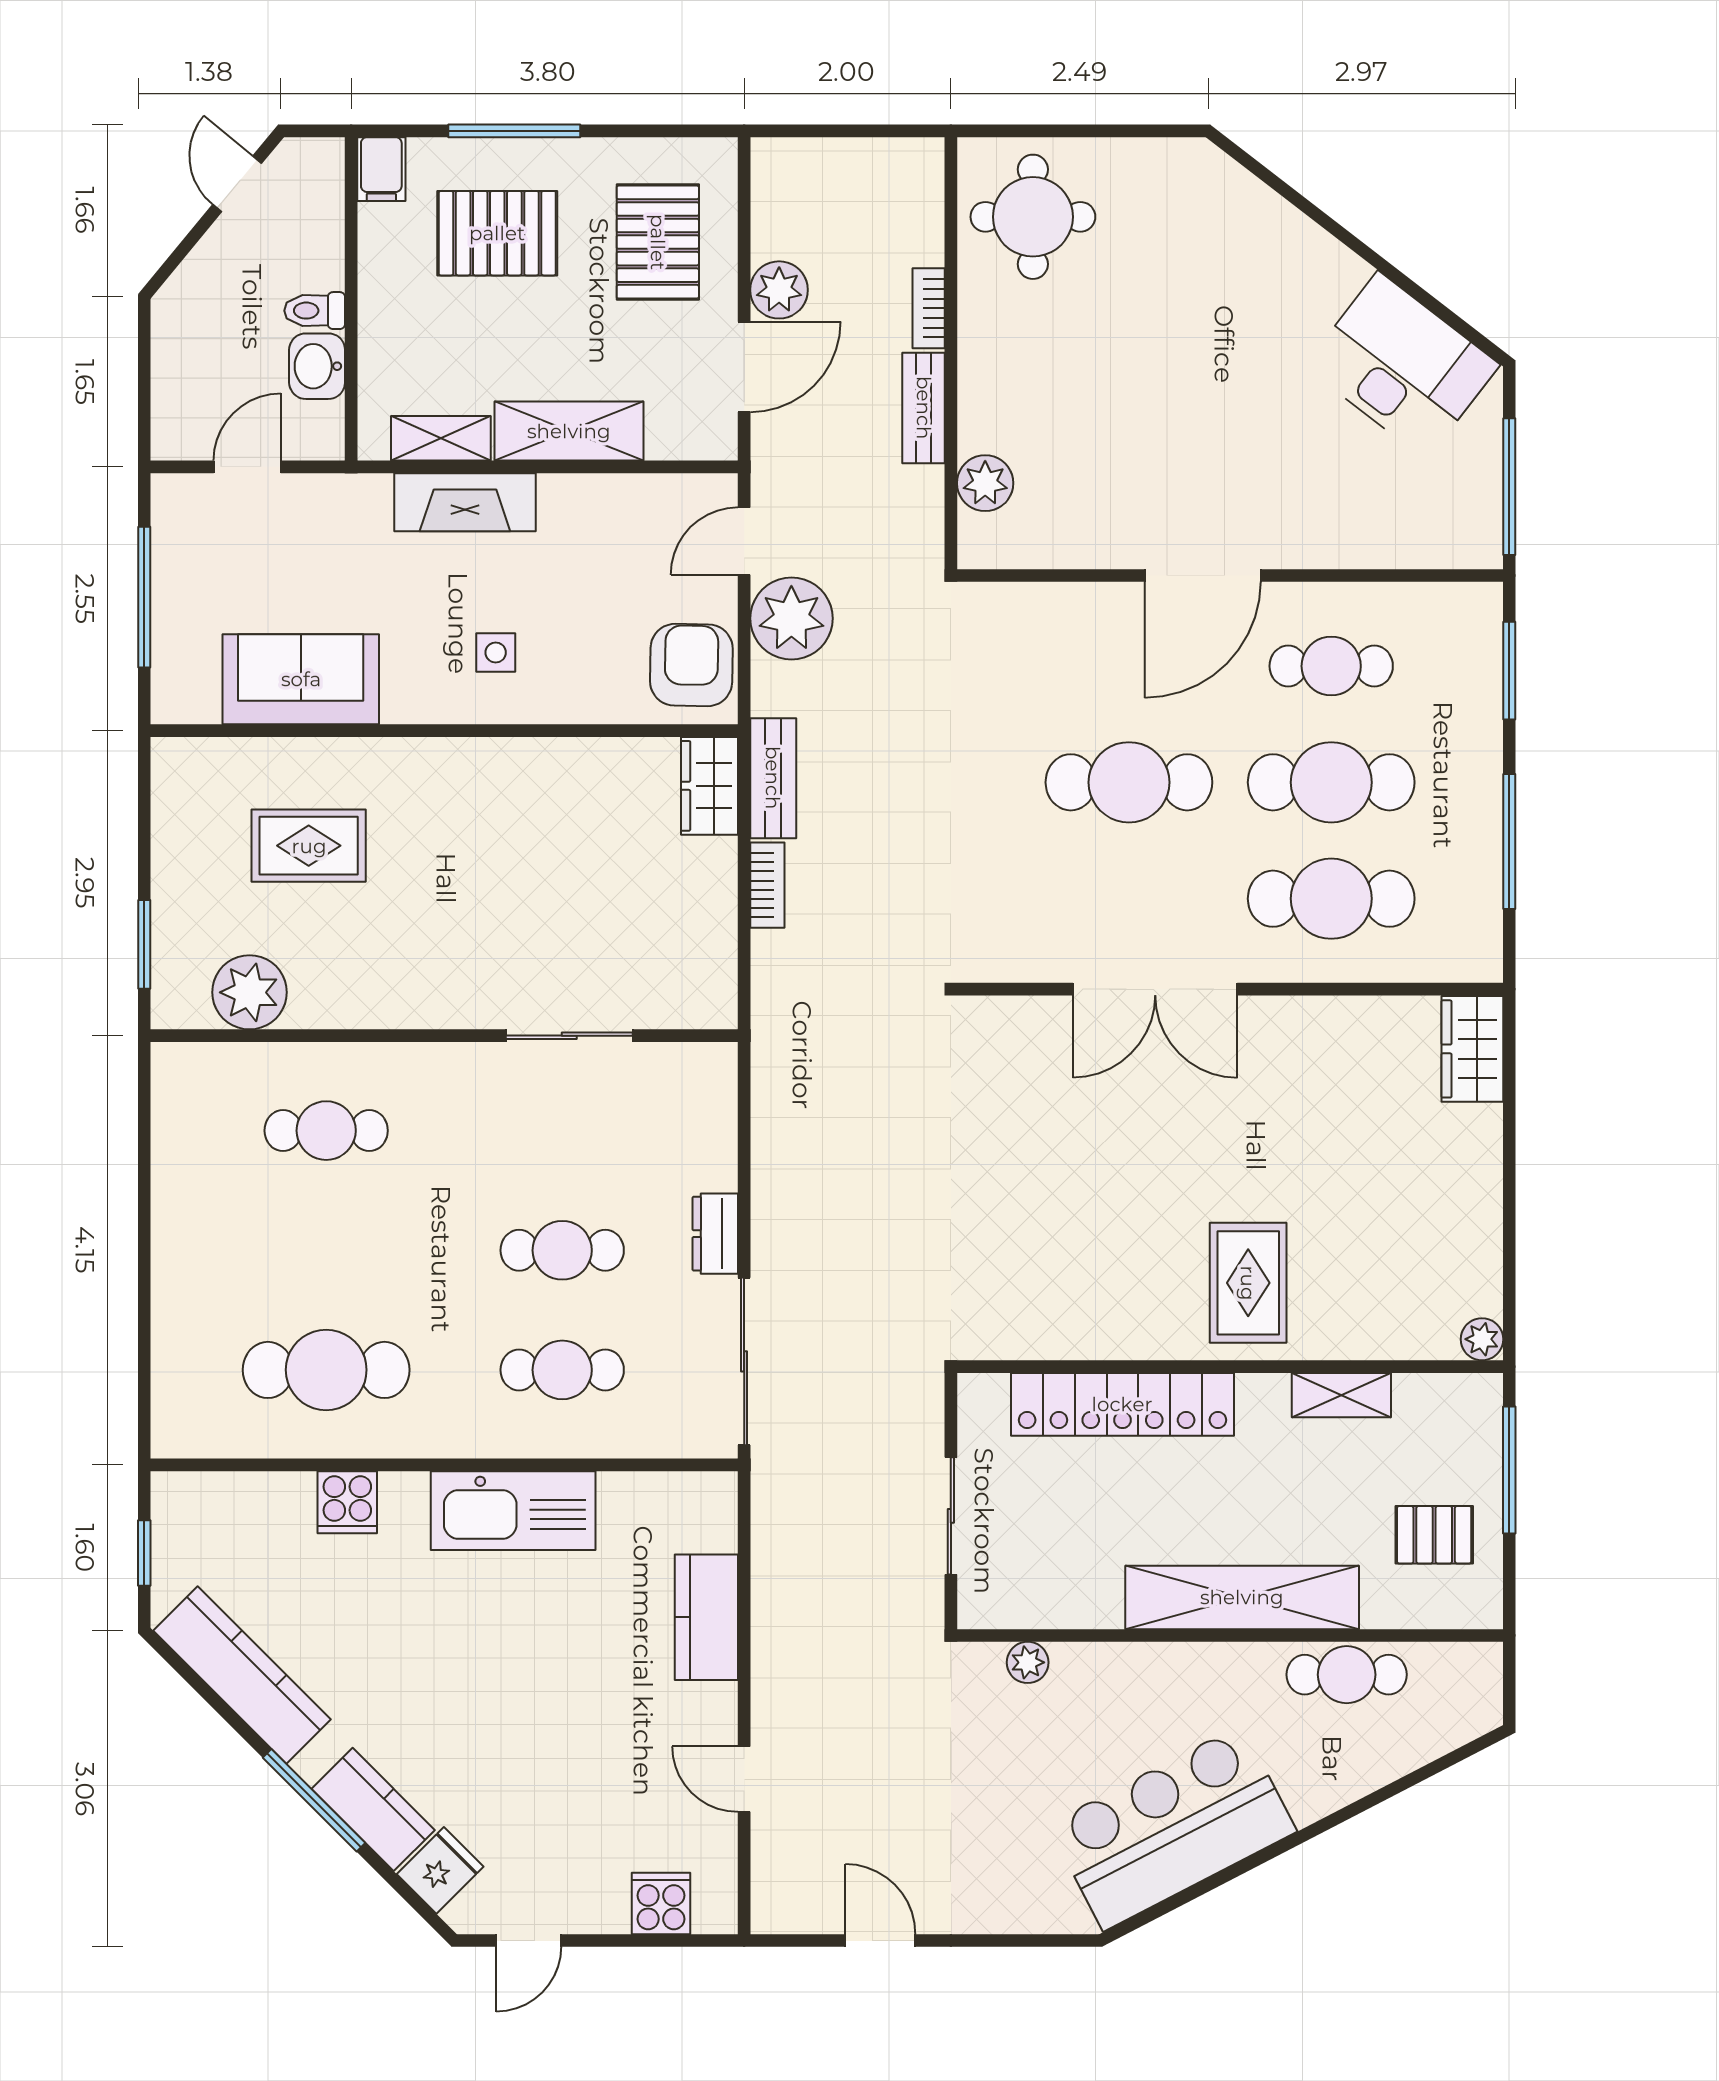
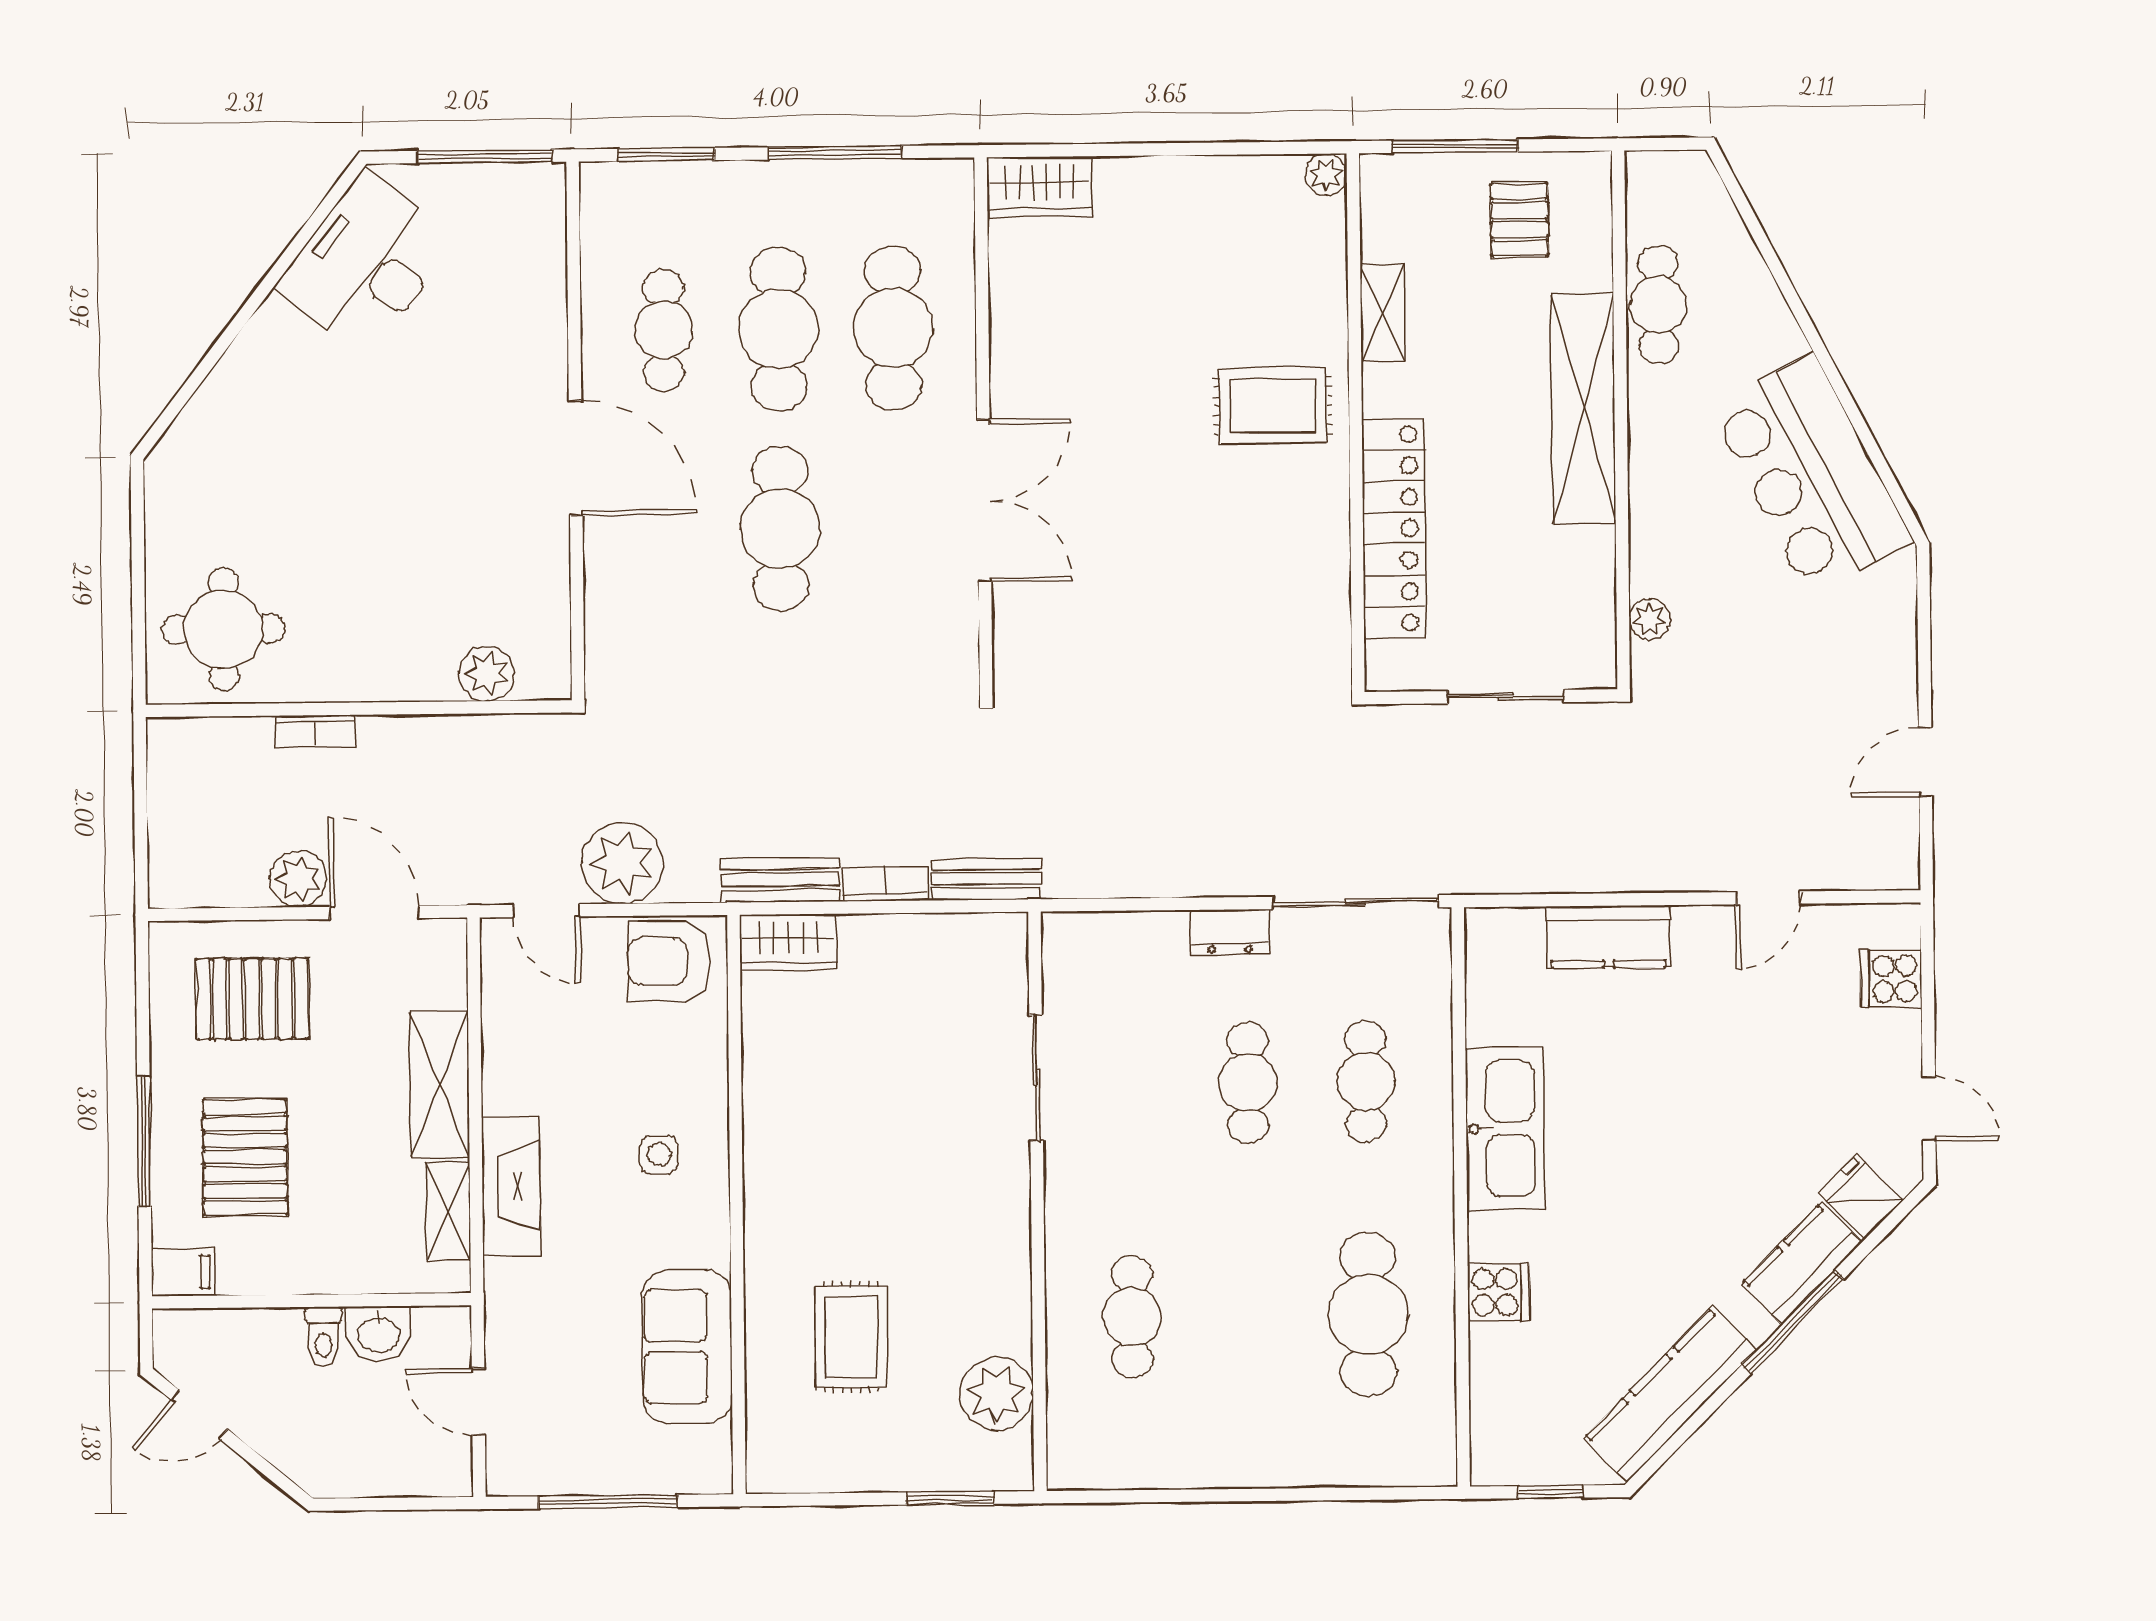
bench: (924, 408) -> (986, 879), moved

